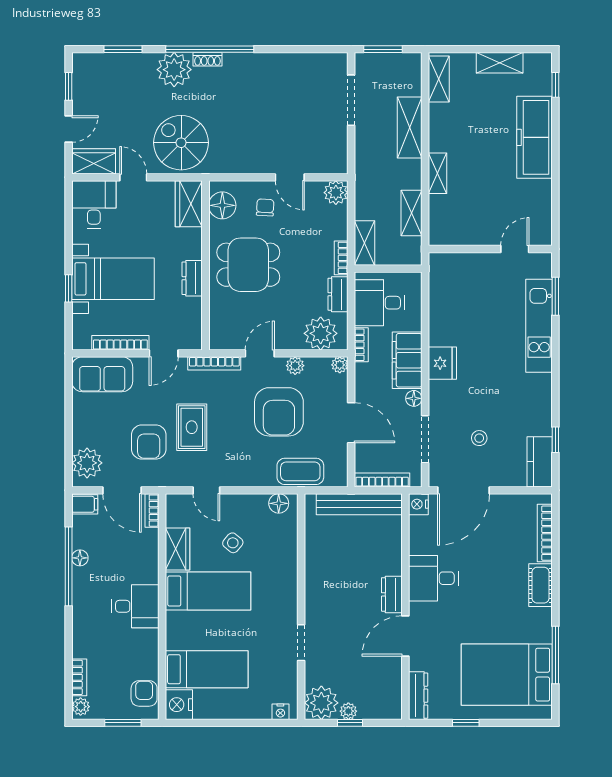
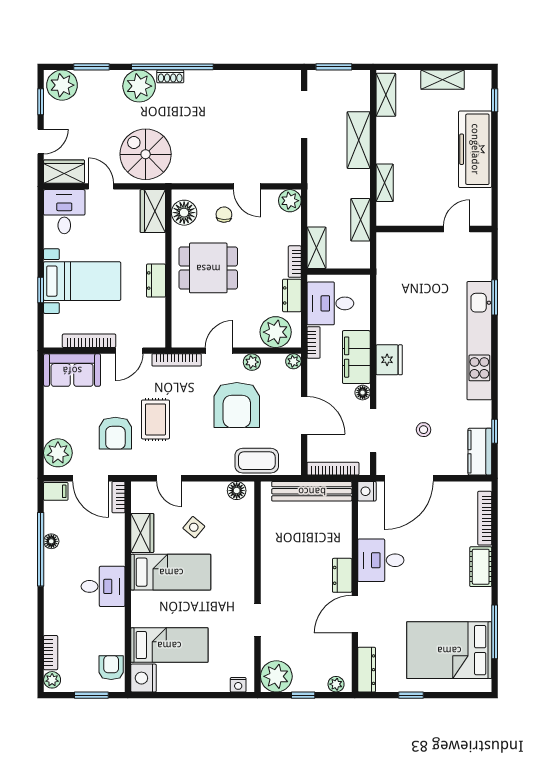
plant: (91, 69) -> (62, 85), added
wall: (490, 249) -> (434, 229), moved
door: (515, 249) -> (457, 229), moved
kitchen unit: (539, 326) -> (479, 341), width x1.36
plant: (348, 711) -> (336, 684), moved

